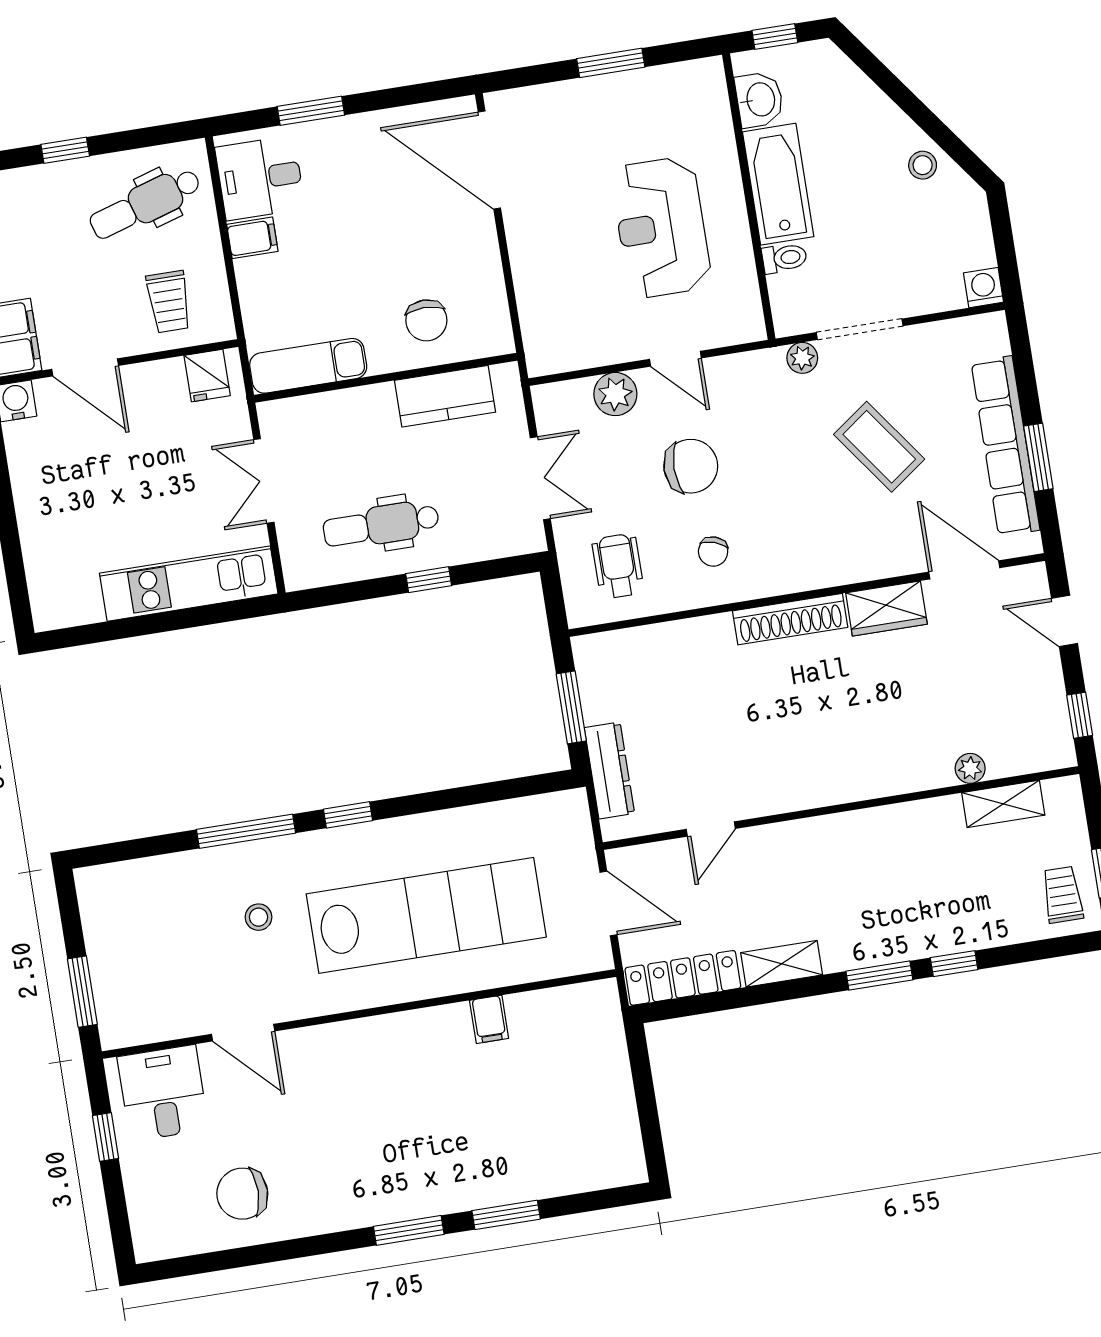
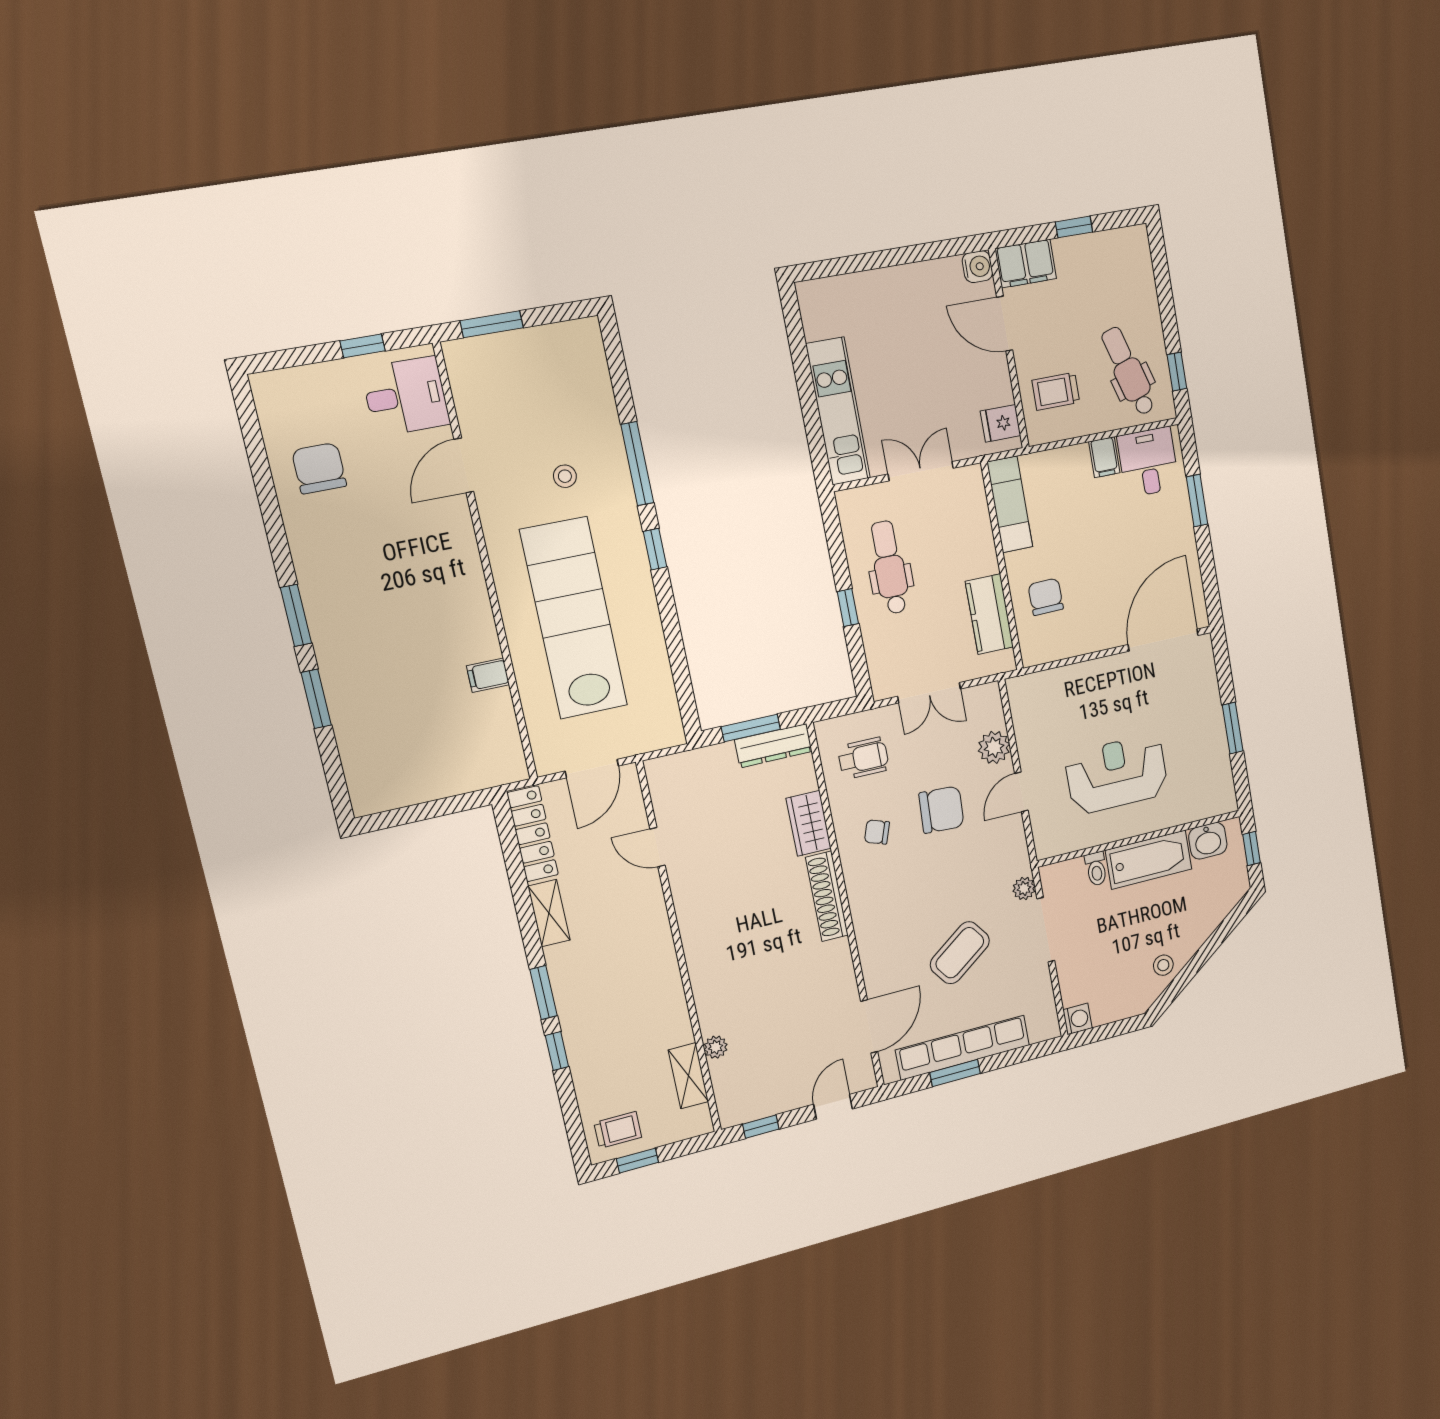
window: (65, 150) -> (1177, 372), moved
chair: (426, 320) -> (1046, 597), turned 89
door: (85, 367) -> (1005, 324), hinge flipped
chair: (691, 466) -> (941, 810), turned -87
wardrobe: (886, 609) -> (809, 823), moved
dresser: (609, 771) -> (773, 746), moved
lab bench: (426, 915) -> (574, 618), turned 180

